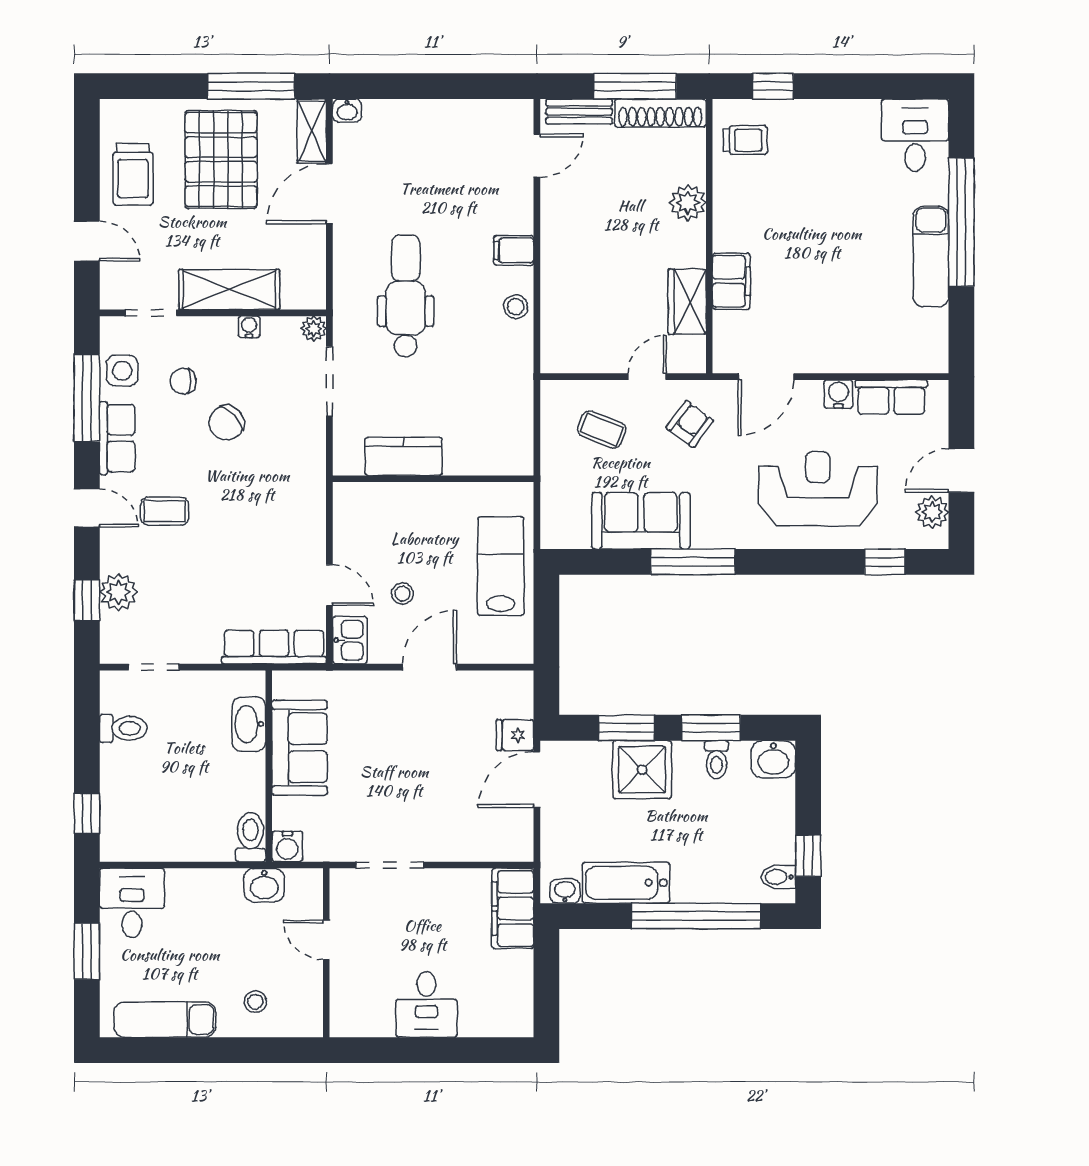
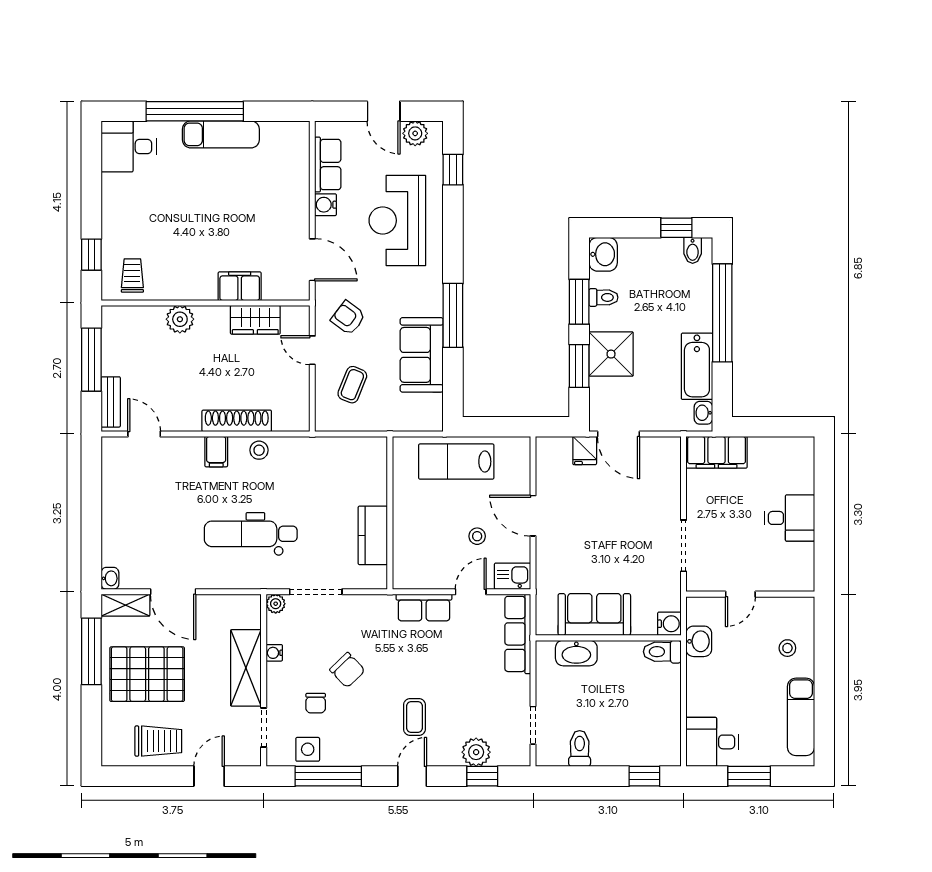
shoe rack: (660, 113) -> (237, 421), moved, turned -90
row of seats: (117, 438) -> (424, 607), moved, turned 180

